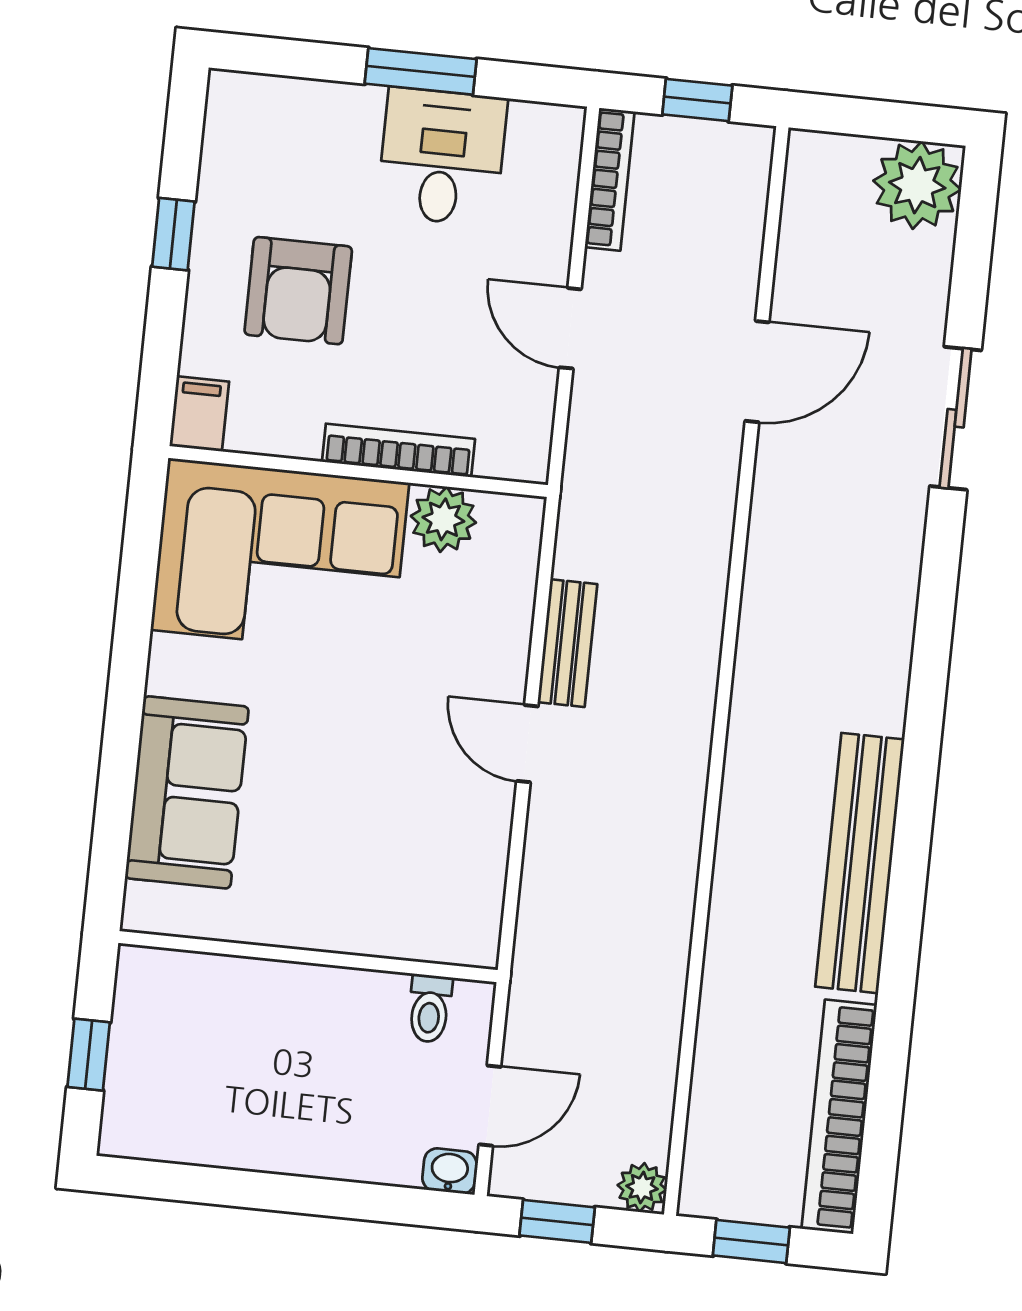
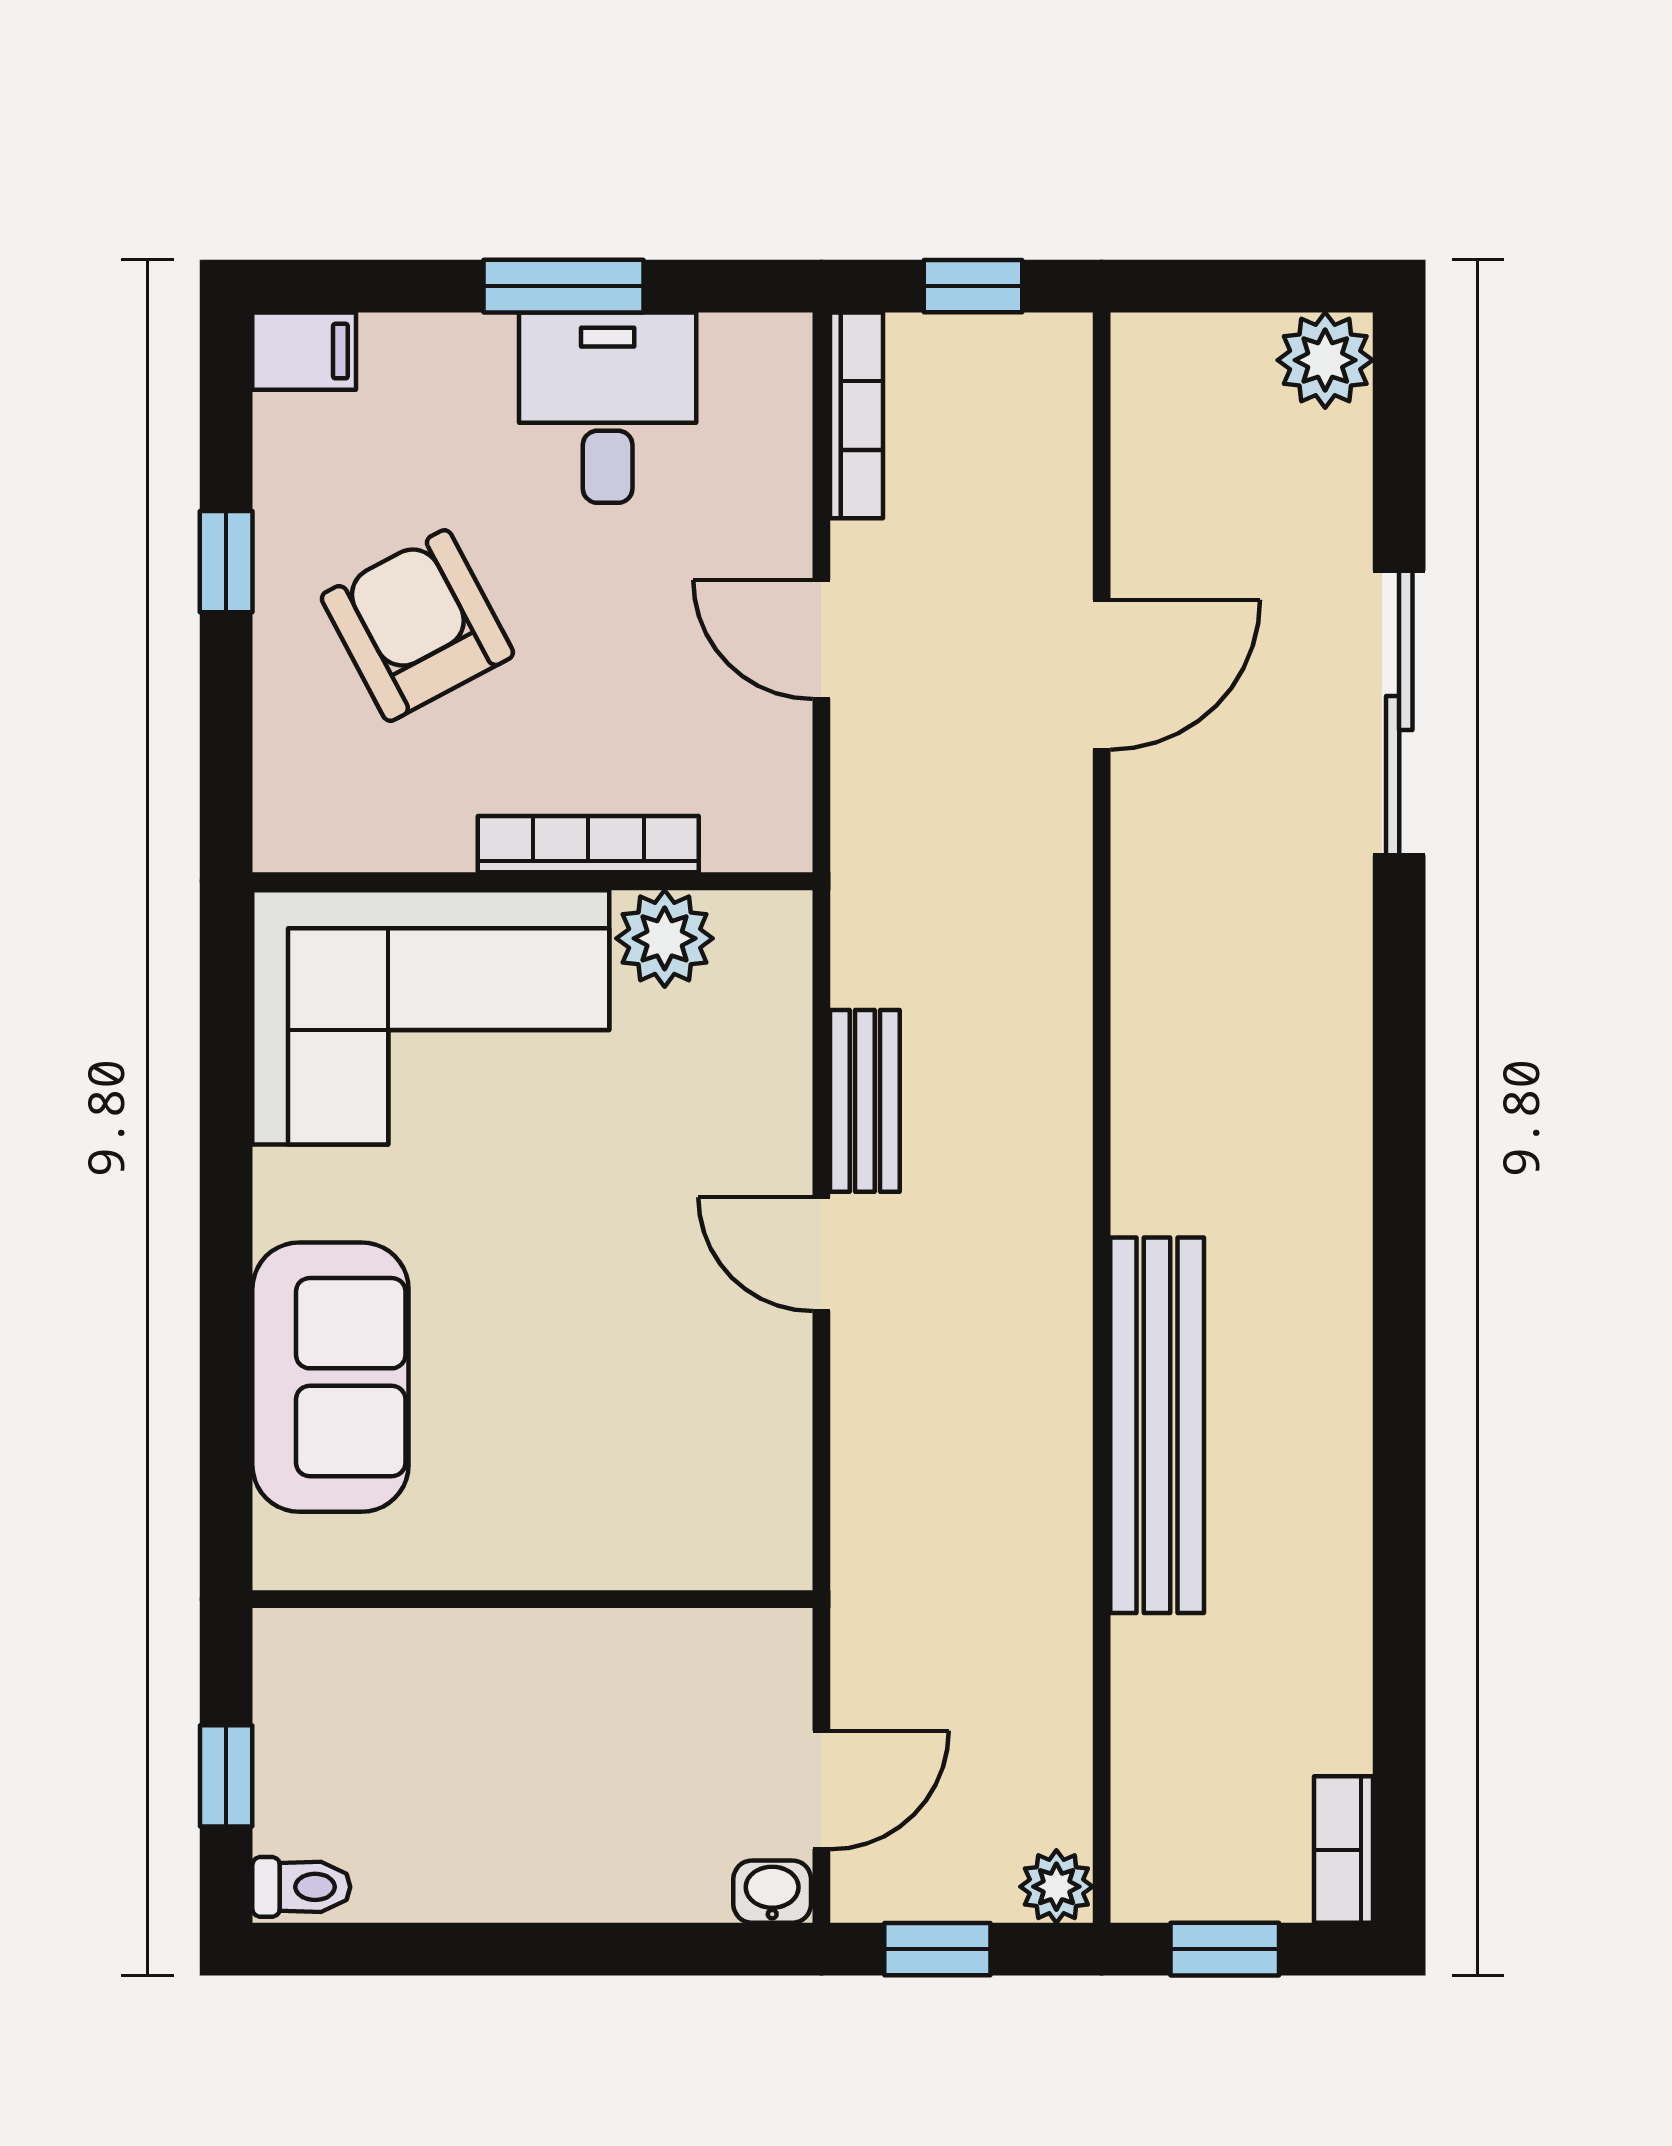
plant: (917, 185) -> (1325, 360), width x0.73, depth x0.73
armchair: (298, 291) -> (417, 626), turned 152
filing cabinet: (199, 414) -> (304, 351), moved, turned 90
sliding door: (956, 418) -> (1399, 713), width x1.37
bench: (860, 863) -> (1157, 1425), moved
toilet: (430, 1008) -> (301, 1887), moved, turned -90
bookcase: (839, 1117) -> (1344, 1850), width x0.43, depth x0.76

